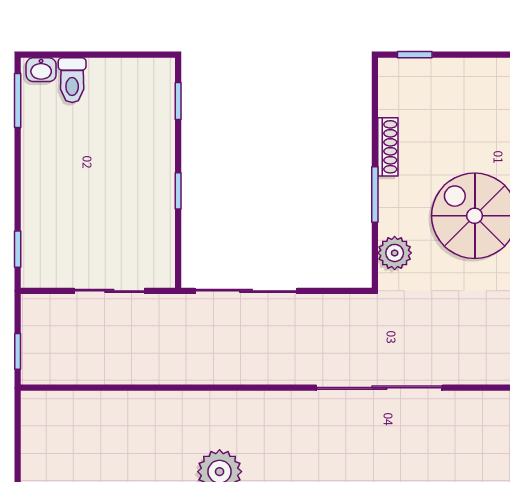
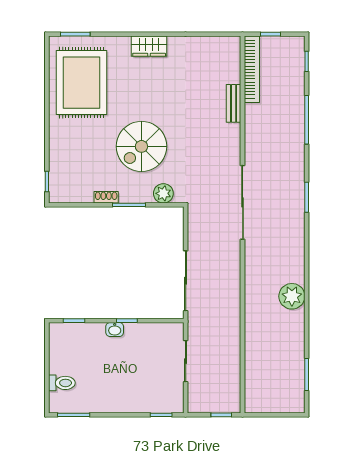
washbasin: (41, 70) -> (115, 329), moved, turned 90
shoe rack: (388, 147) -> (106, 197), width x0.70

